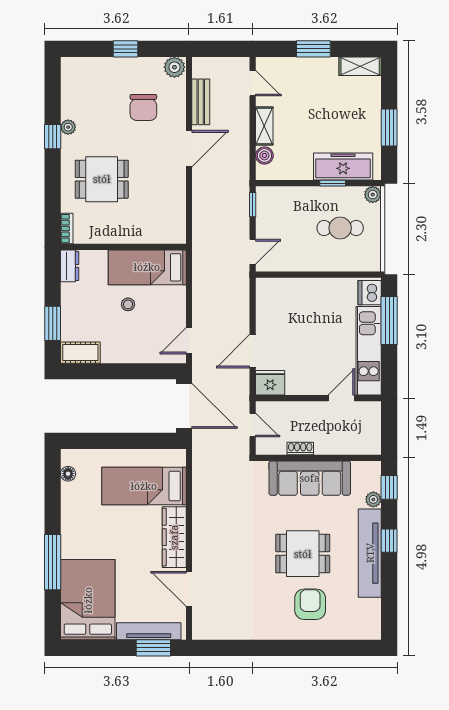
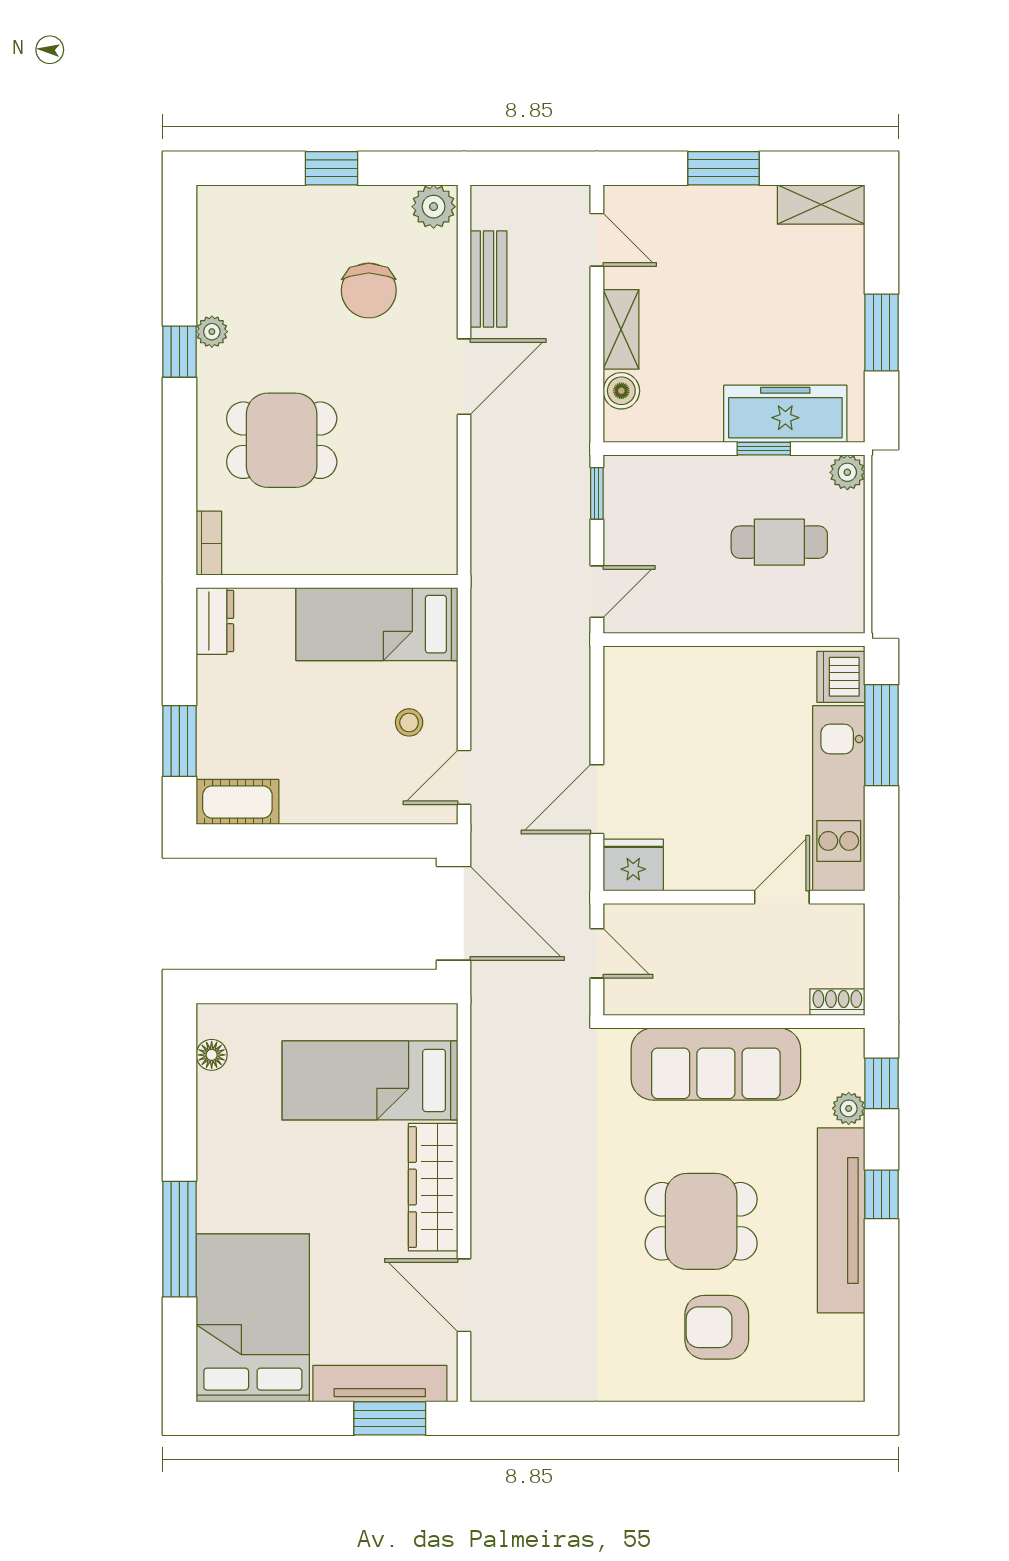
stool: (128, 304) -> (409, 722), moved
shoe rack: (300, 448) -> (837, 1002), moved
armchair: (310, 604) -> (717, 1327), turned -90

